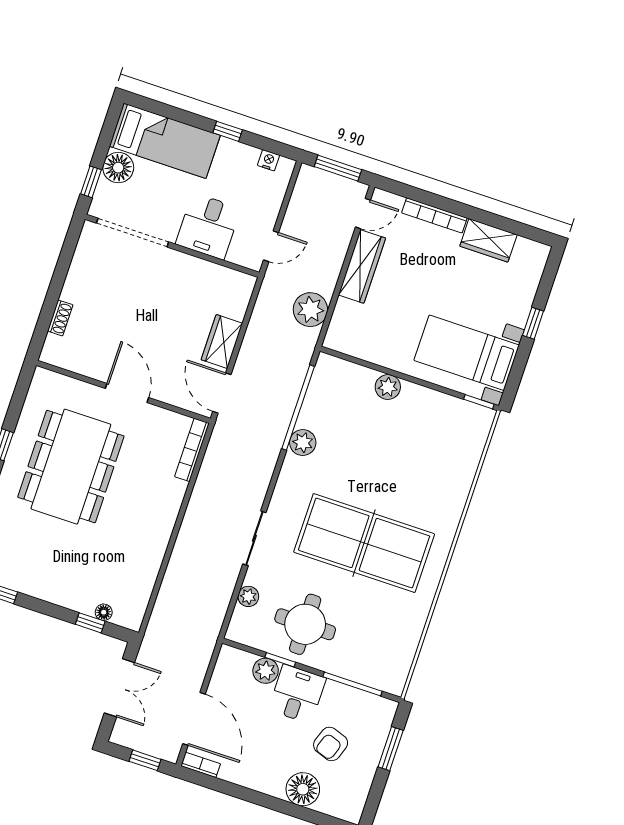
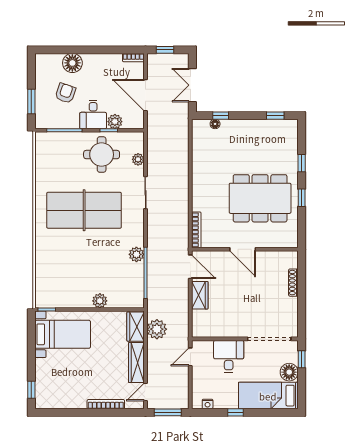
wardrobe: (488, 240) -> (136, 327), moved, turned -90
shoe rack: (60, 318) -> (293, 283), width x1.43
window: (533, 323) -> (31, 390), moved
dining table: (71, 467) -> (260, 198), turned 90
door: (194, 719) -> (145, 95), moved

